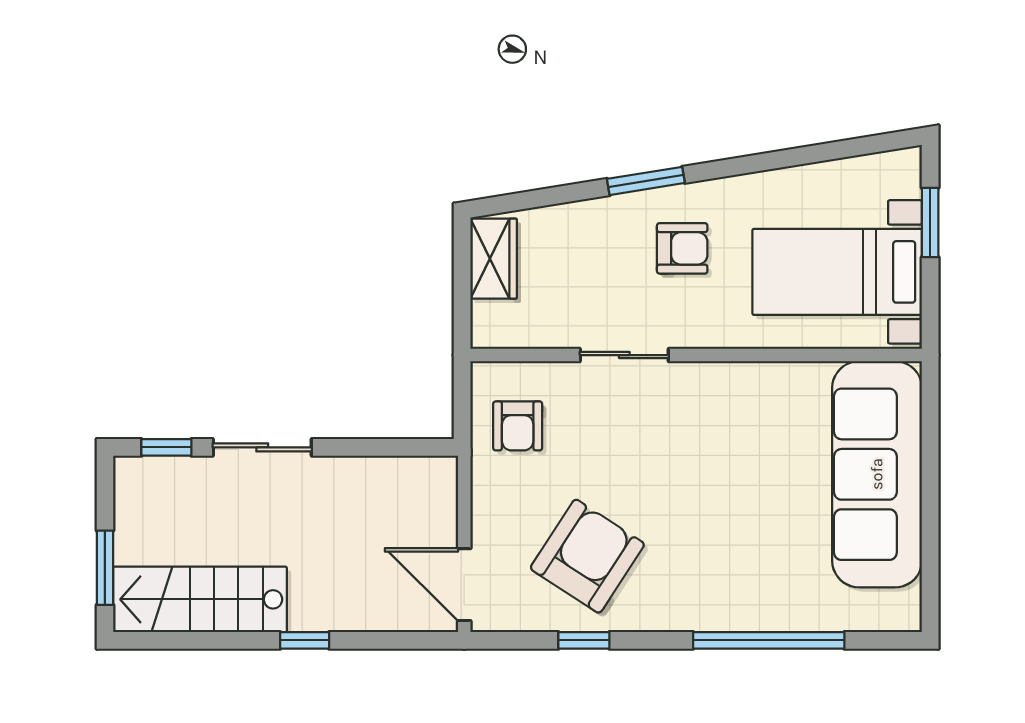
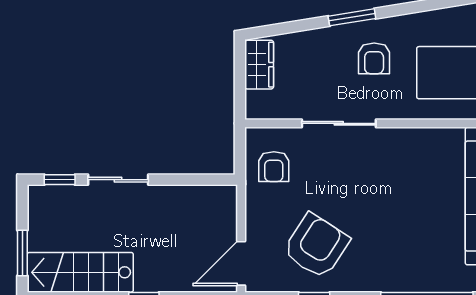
armchair: (682, 248) -> (374, 58), turned 90
sliding door: (624, 355) -> (339, 123), width x1.37
door: (464, 585) -> (241, 263), hinge flipped

